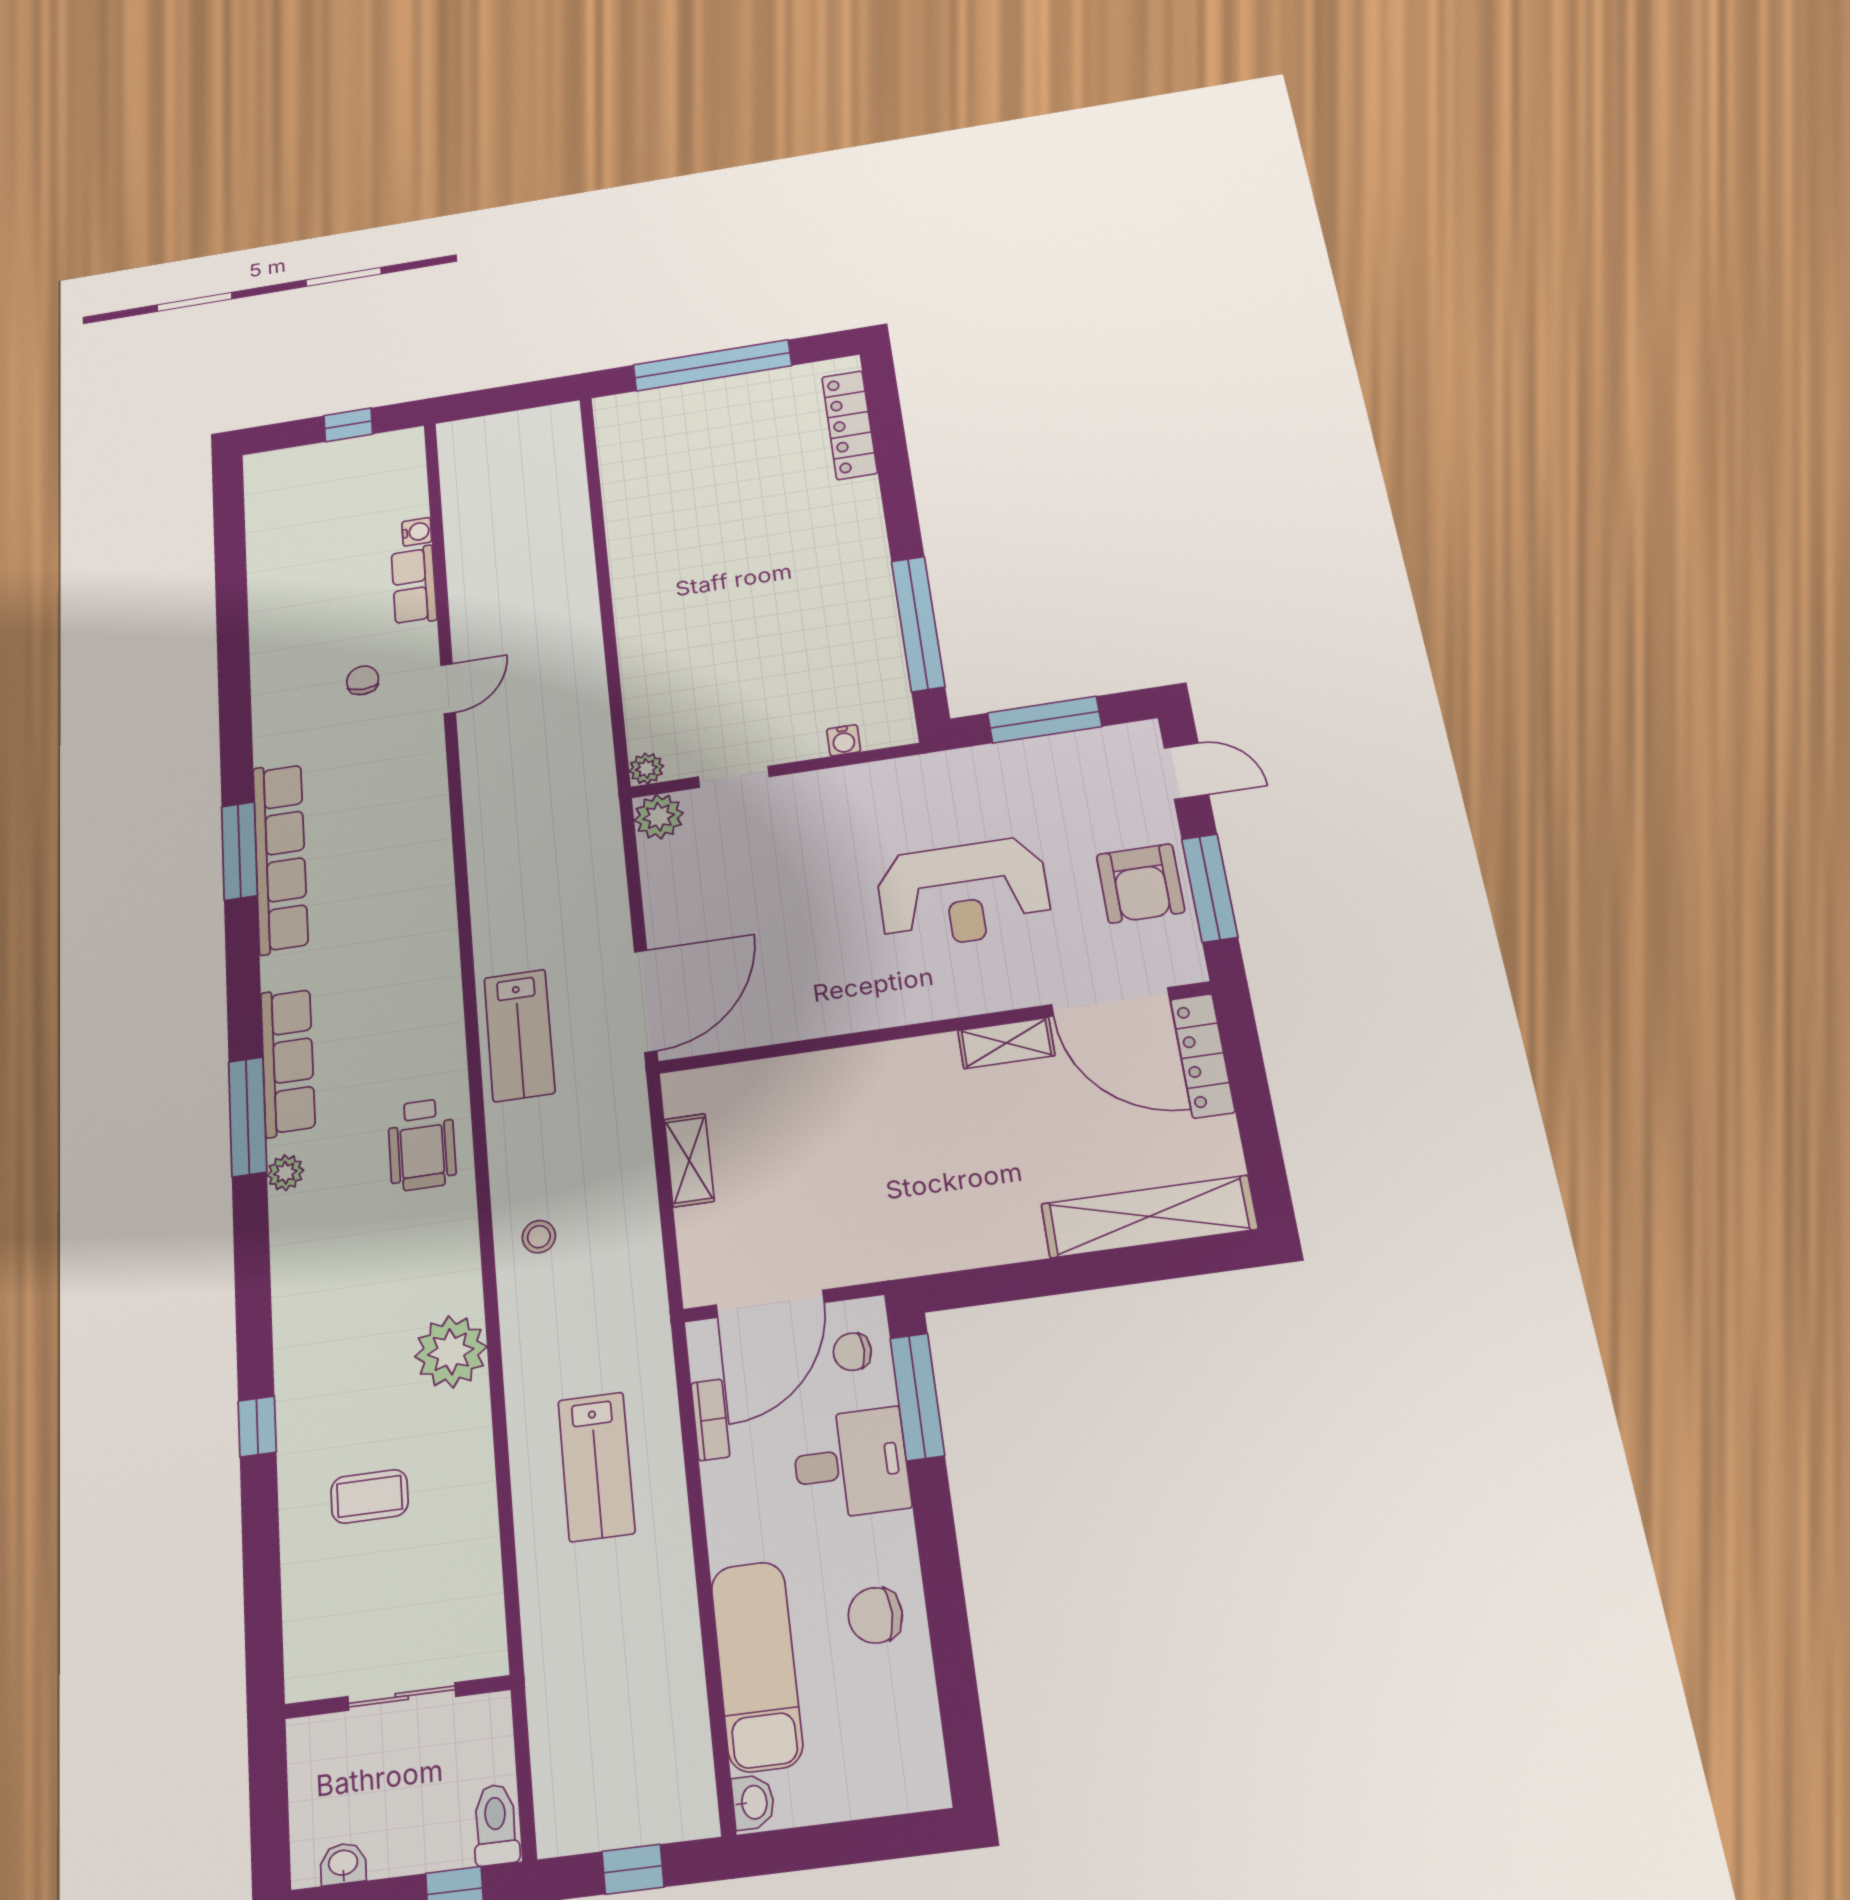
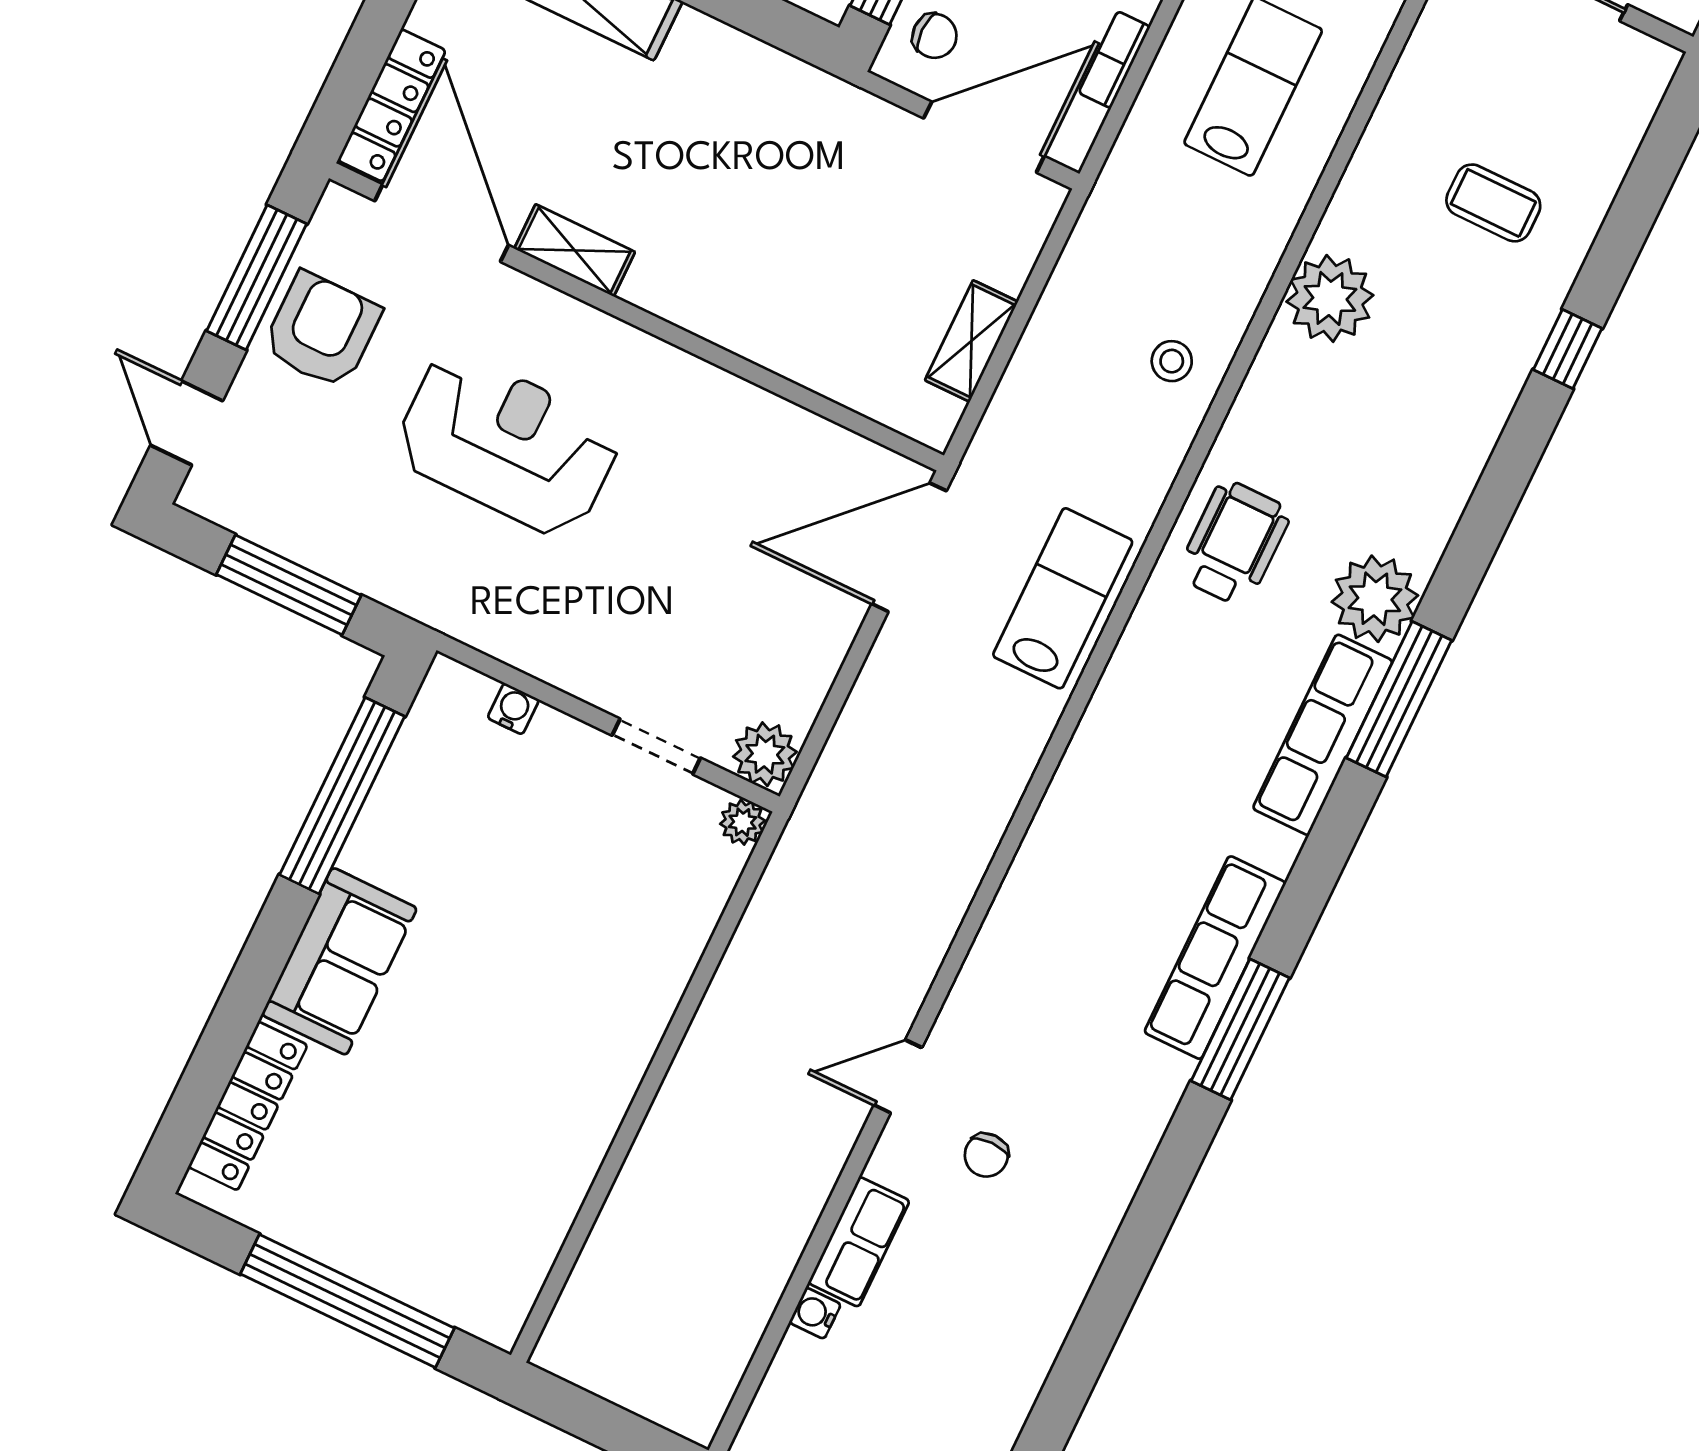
sofa: (851, 534) -> (339, 961), added
row of seats: (280, 857) -> (1215, 958), width x0.73
plant: (285, 1173) -> (1375, 599), width x1.88, depth x1.88

